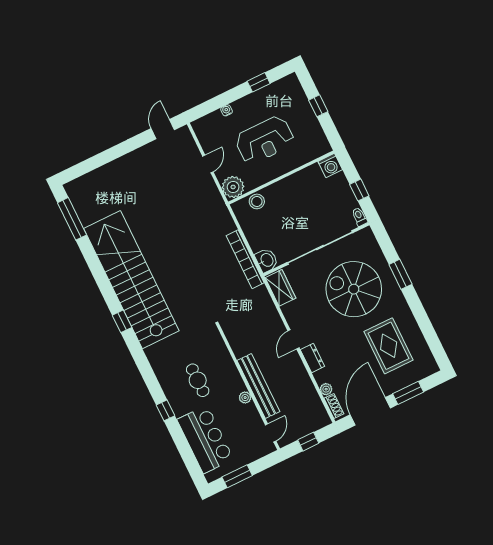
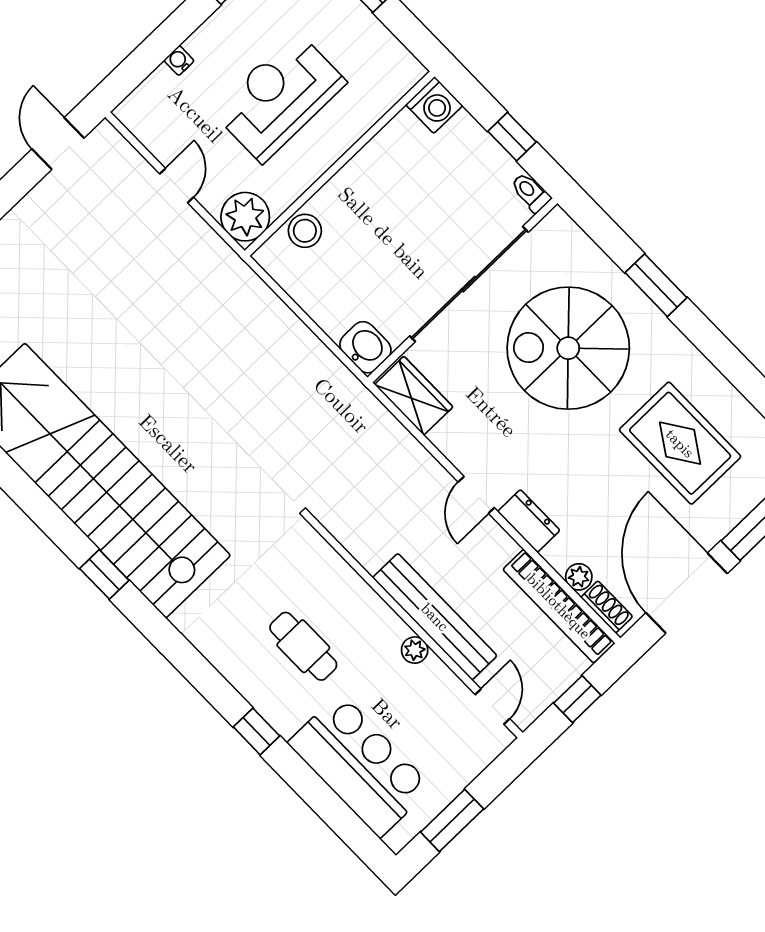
reception desk: (265, 140) -> (279, 97), turned 180
bookcase: (245, 259) -> (559, 606), moved

